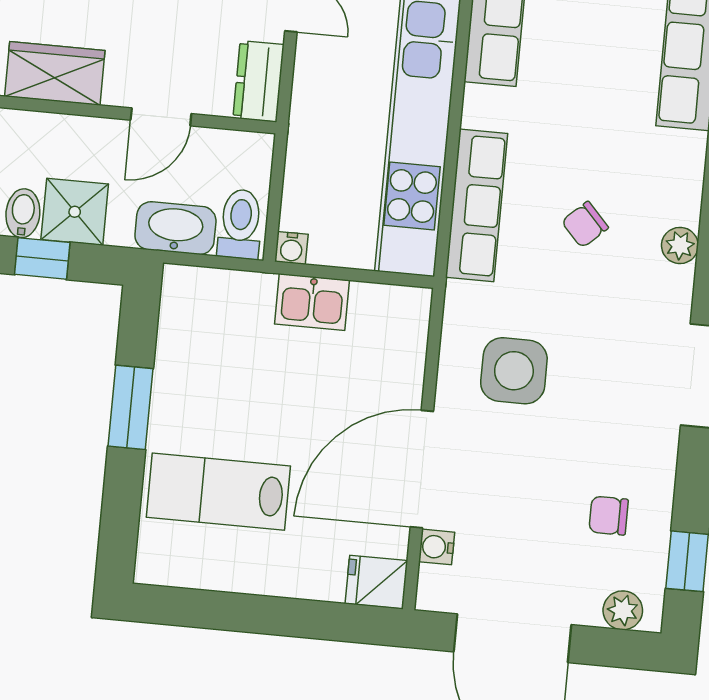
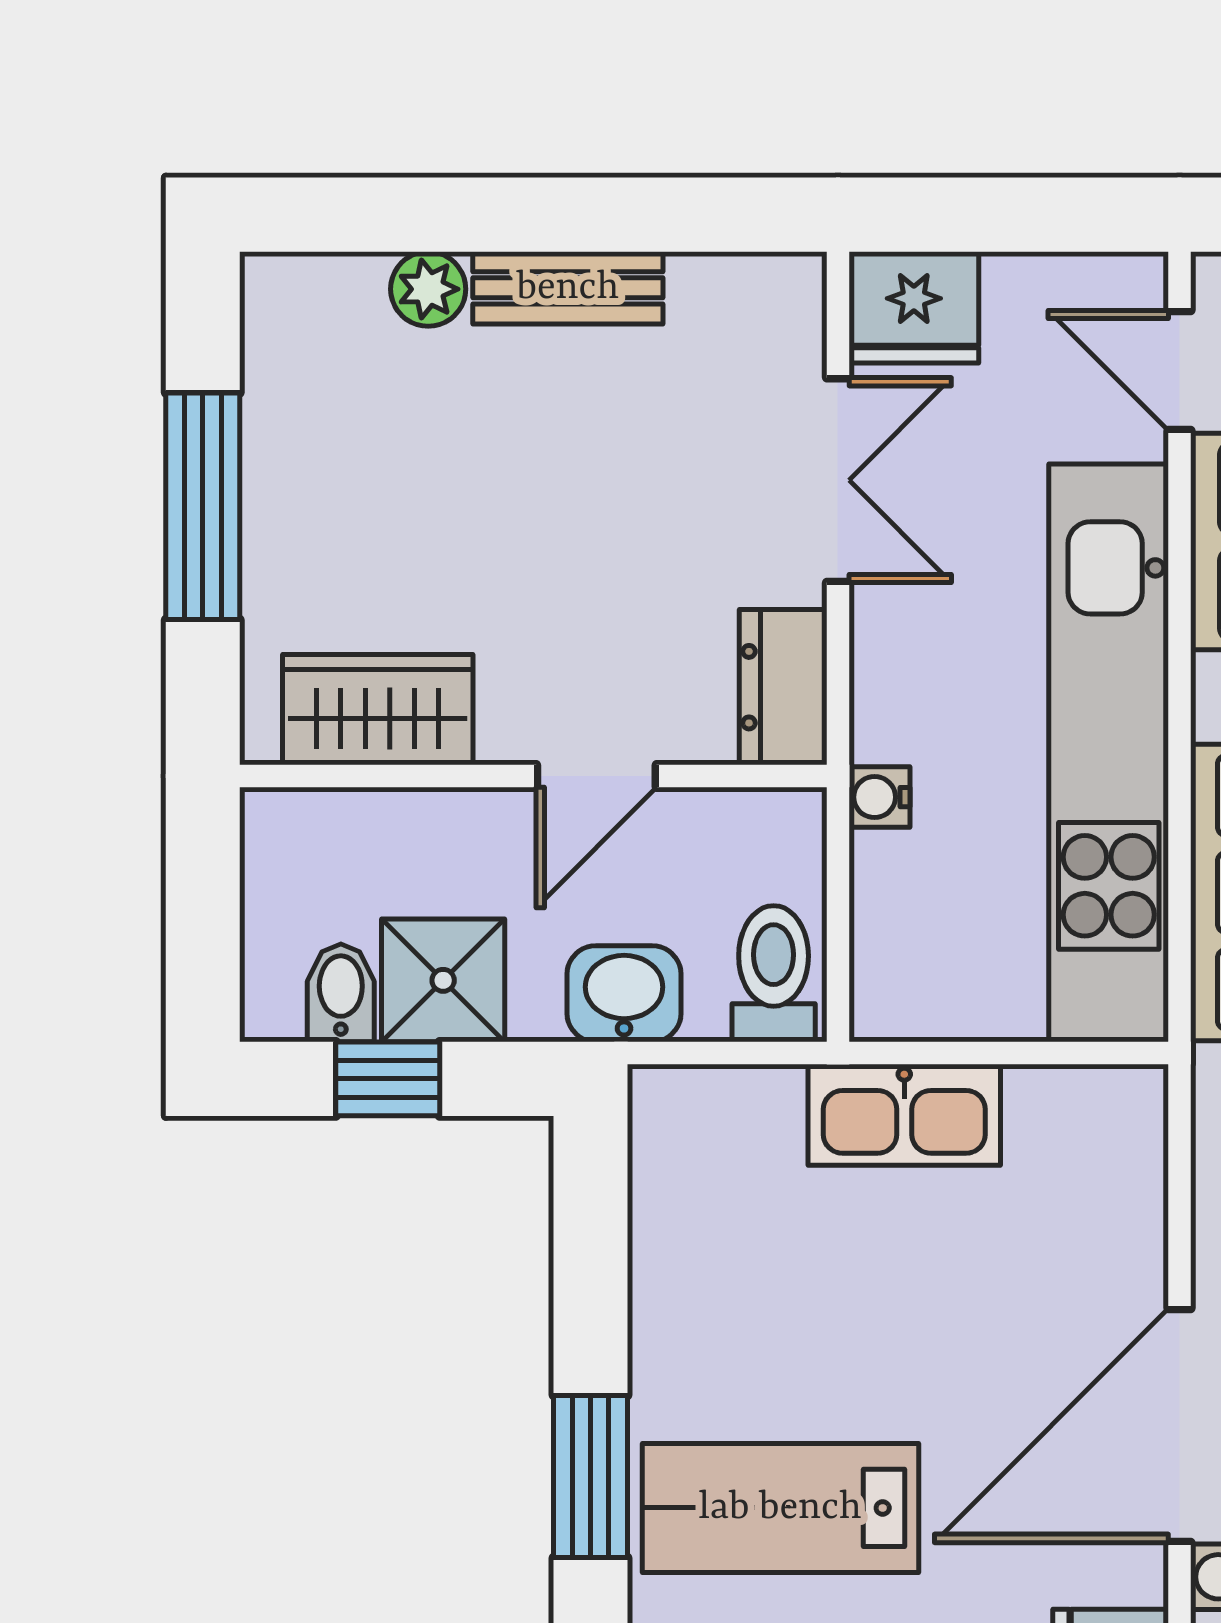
washbasin: (175, 228) -> (624, 994), width x0.72
water cooler: (291, 248) -> (879, 797), moved, turned 90
kitchen sink: (312, 302) -> (904, 1115), width x1.38
window: (131, 407) -> (590, 1477), moved

